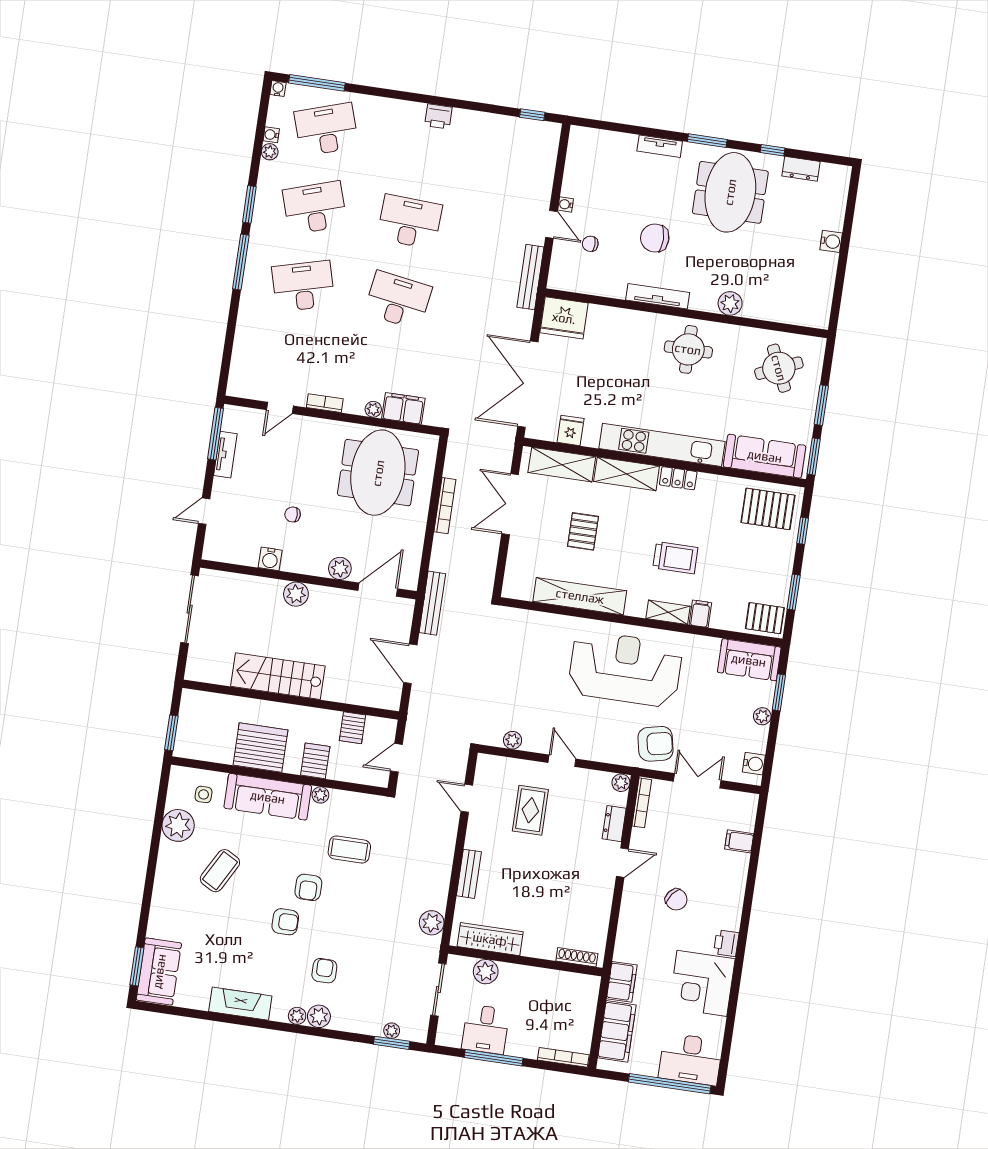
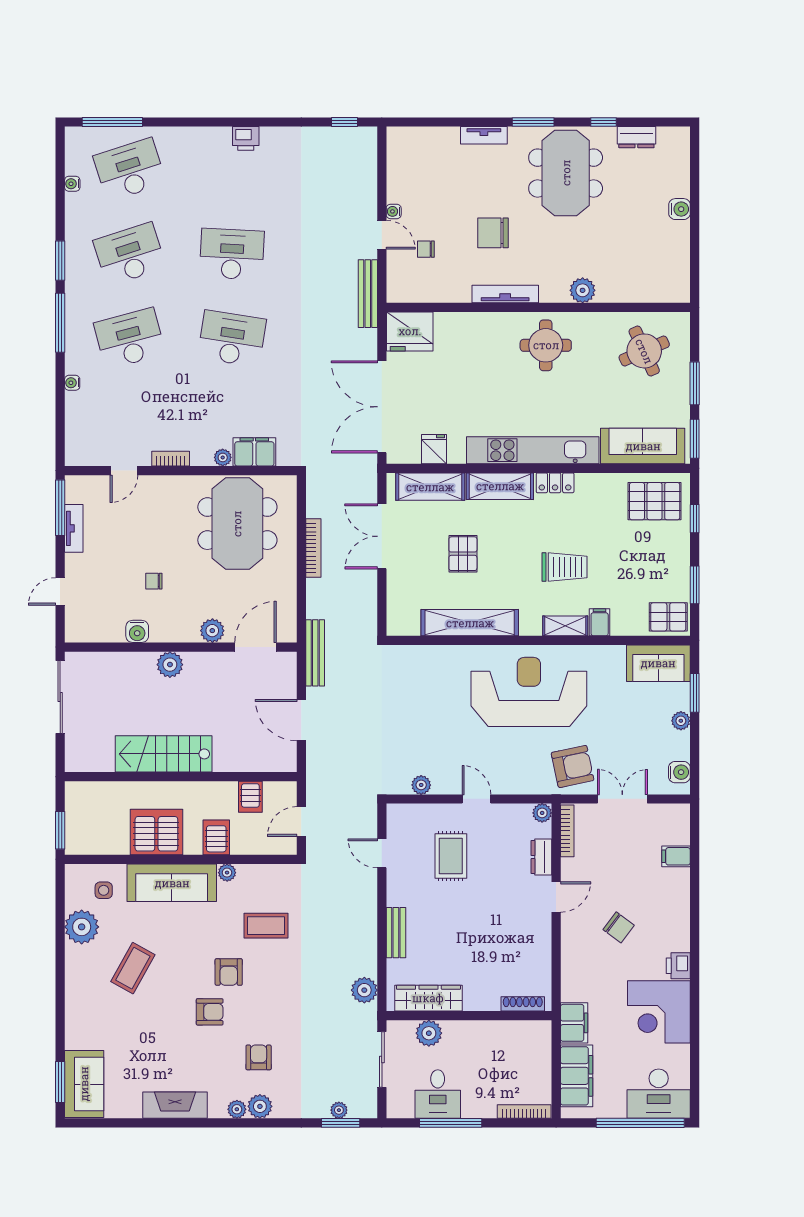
water cooler: (278, 89) -> (72, 383), moved, turned -90
plant: (270, 152) -> (73, 202), removed

